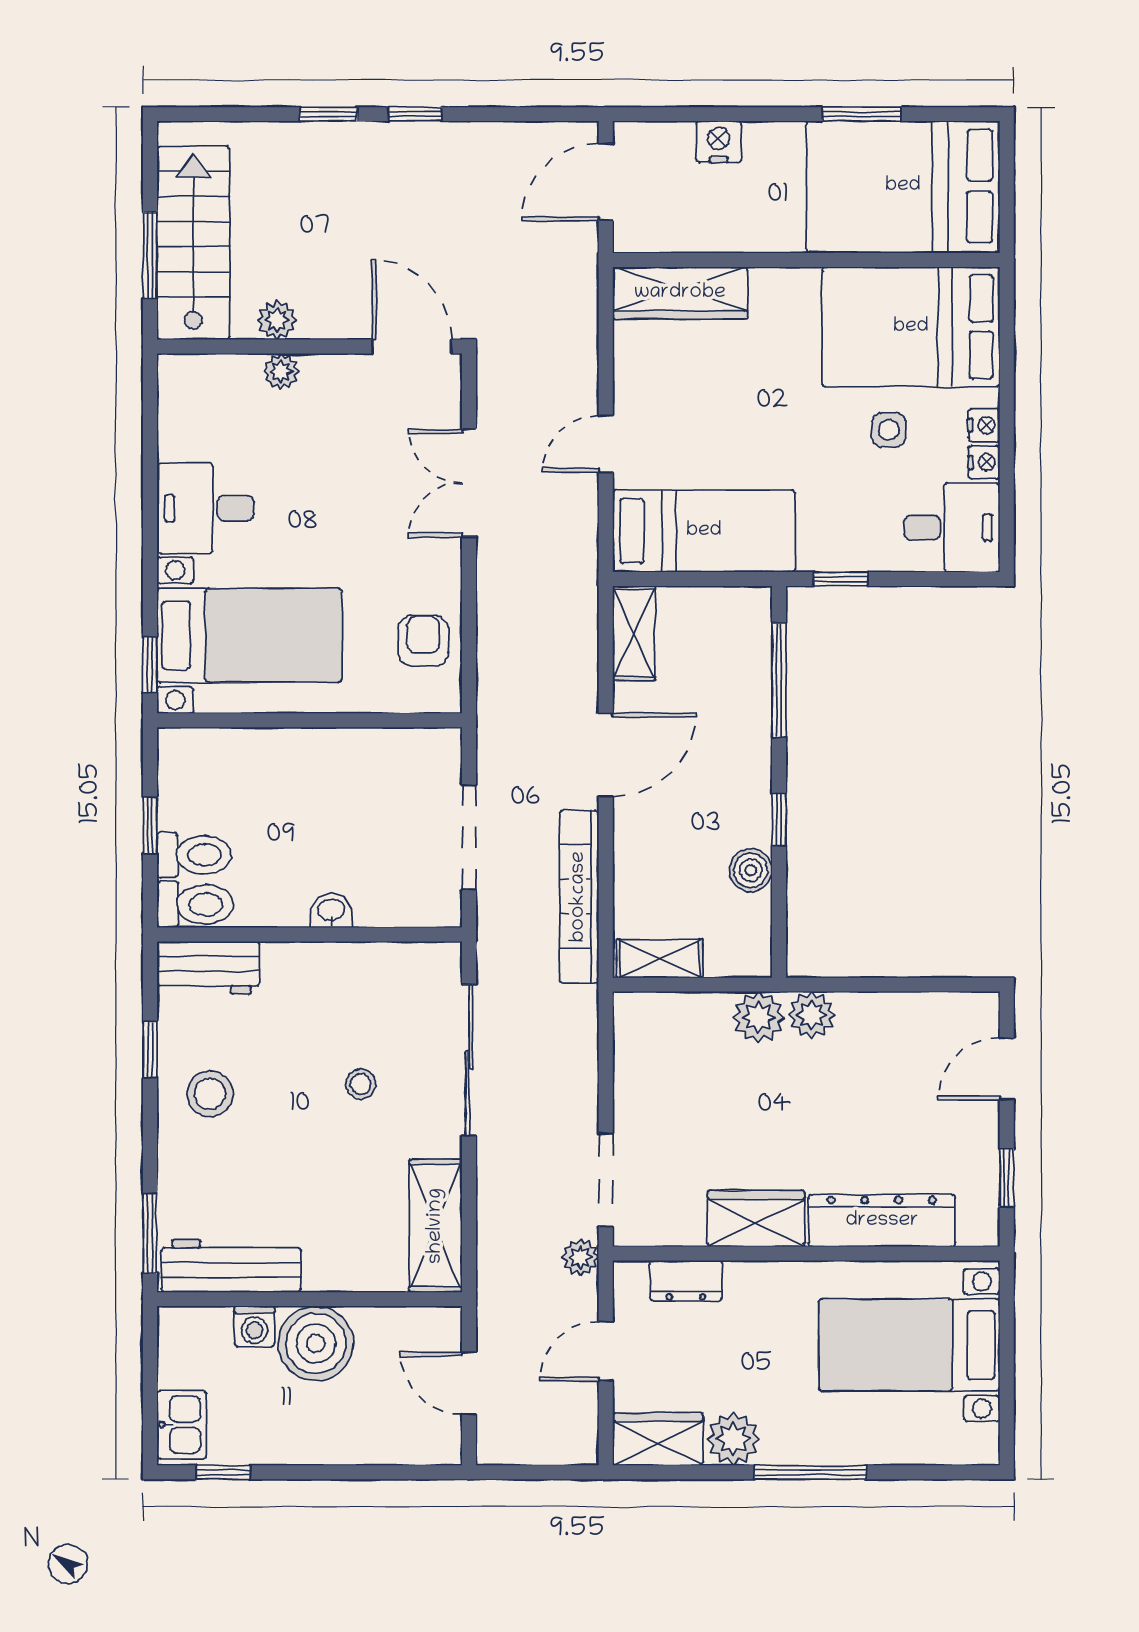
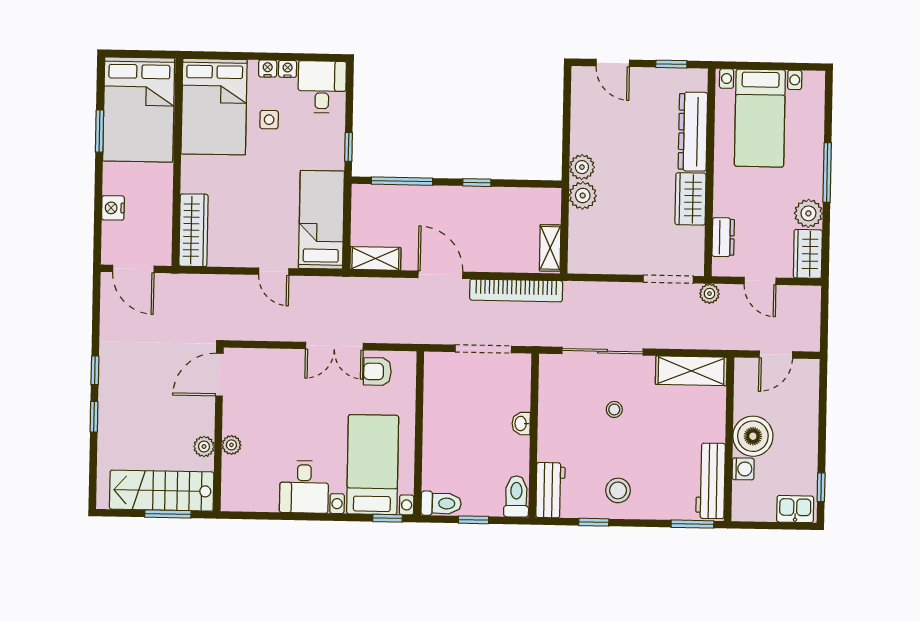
double door: (469, 483) -> (334, 346), moved
toilet: (194, 855) -> (441, 503), moved, turned 90
boiler: (751, 870) -> (504, 198), removed

